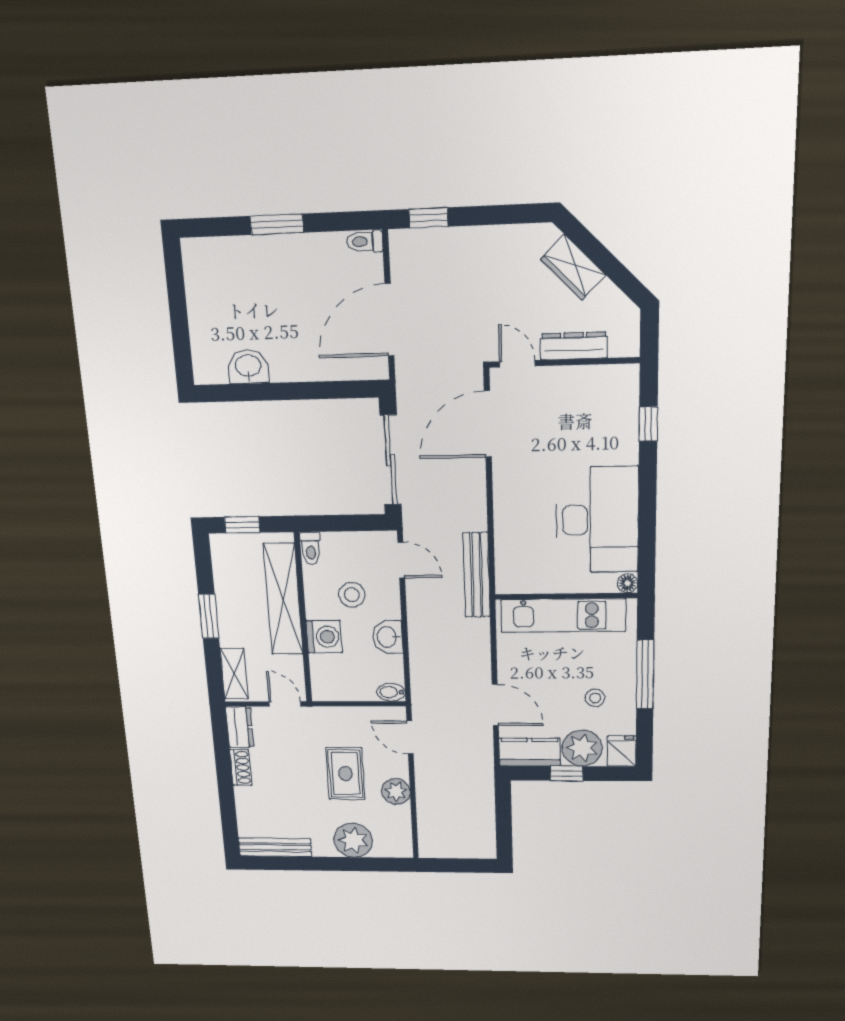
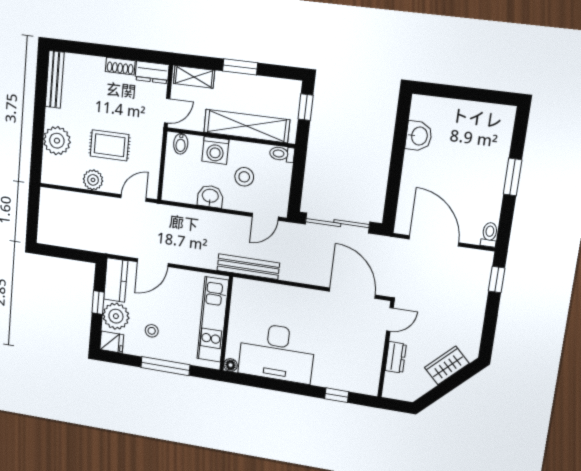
dresser: (574, 346) -> (396, 357), width x0.70
bidet: (391, 692) -> (181, 144), moved, turned 180

